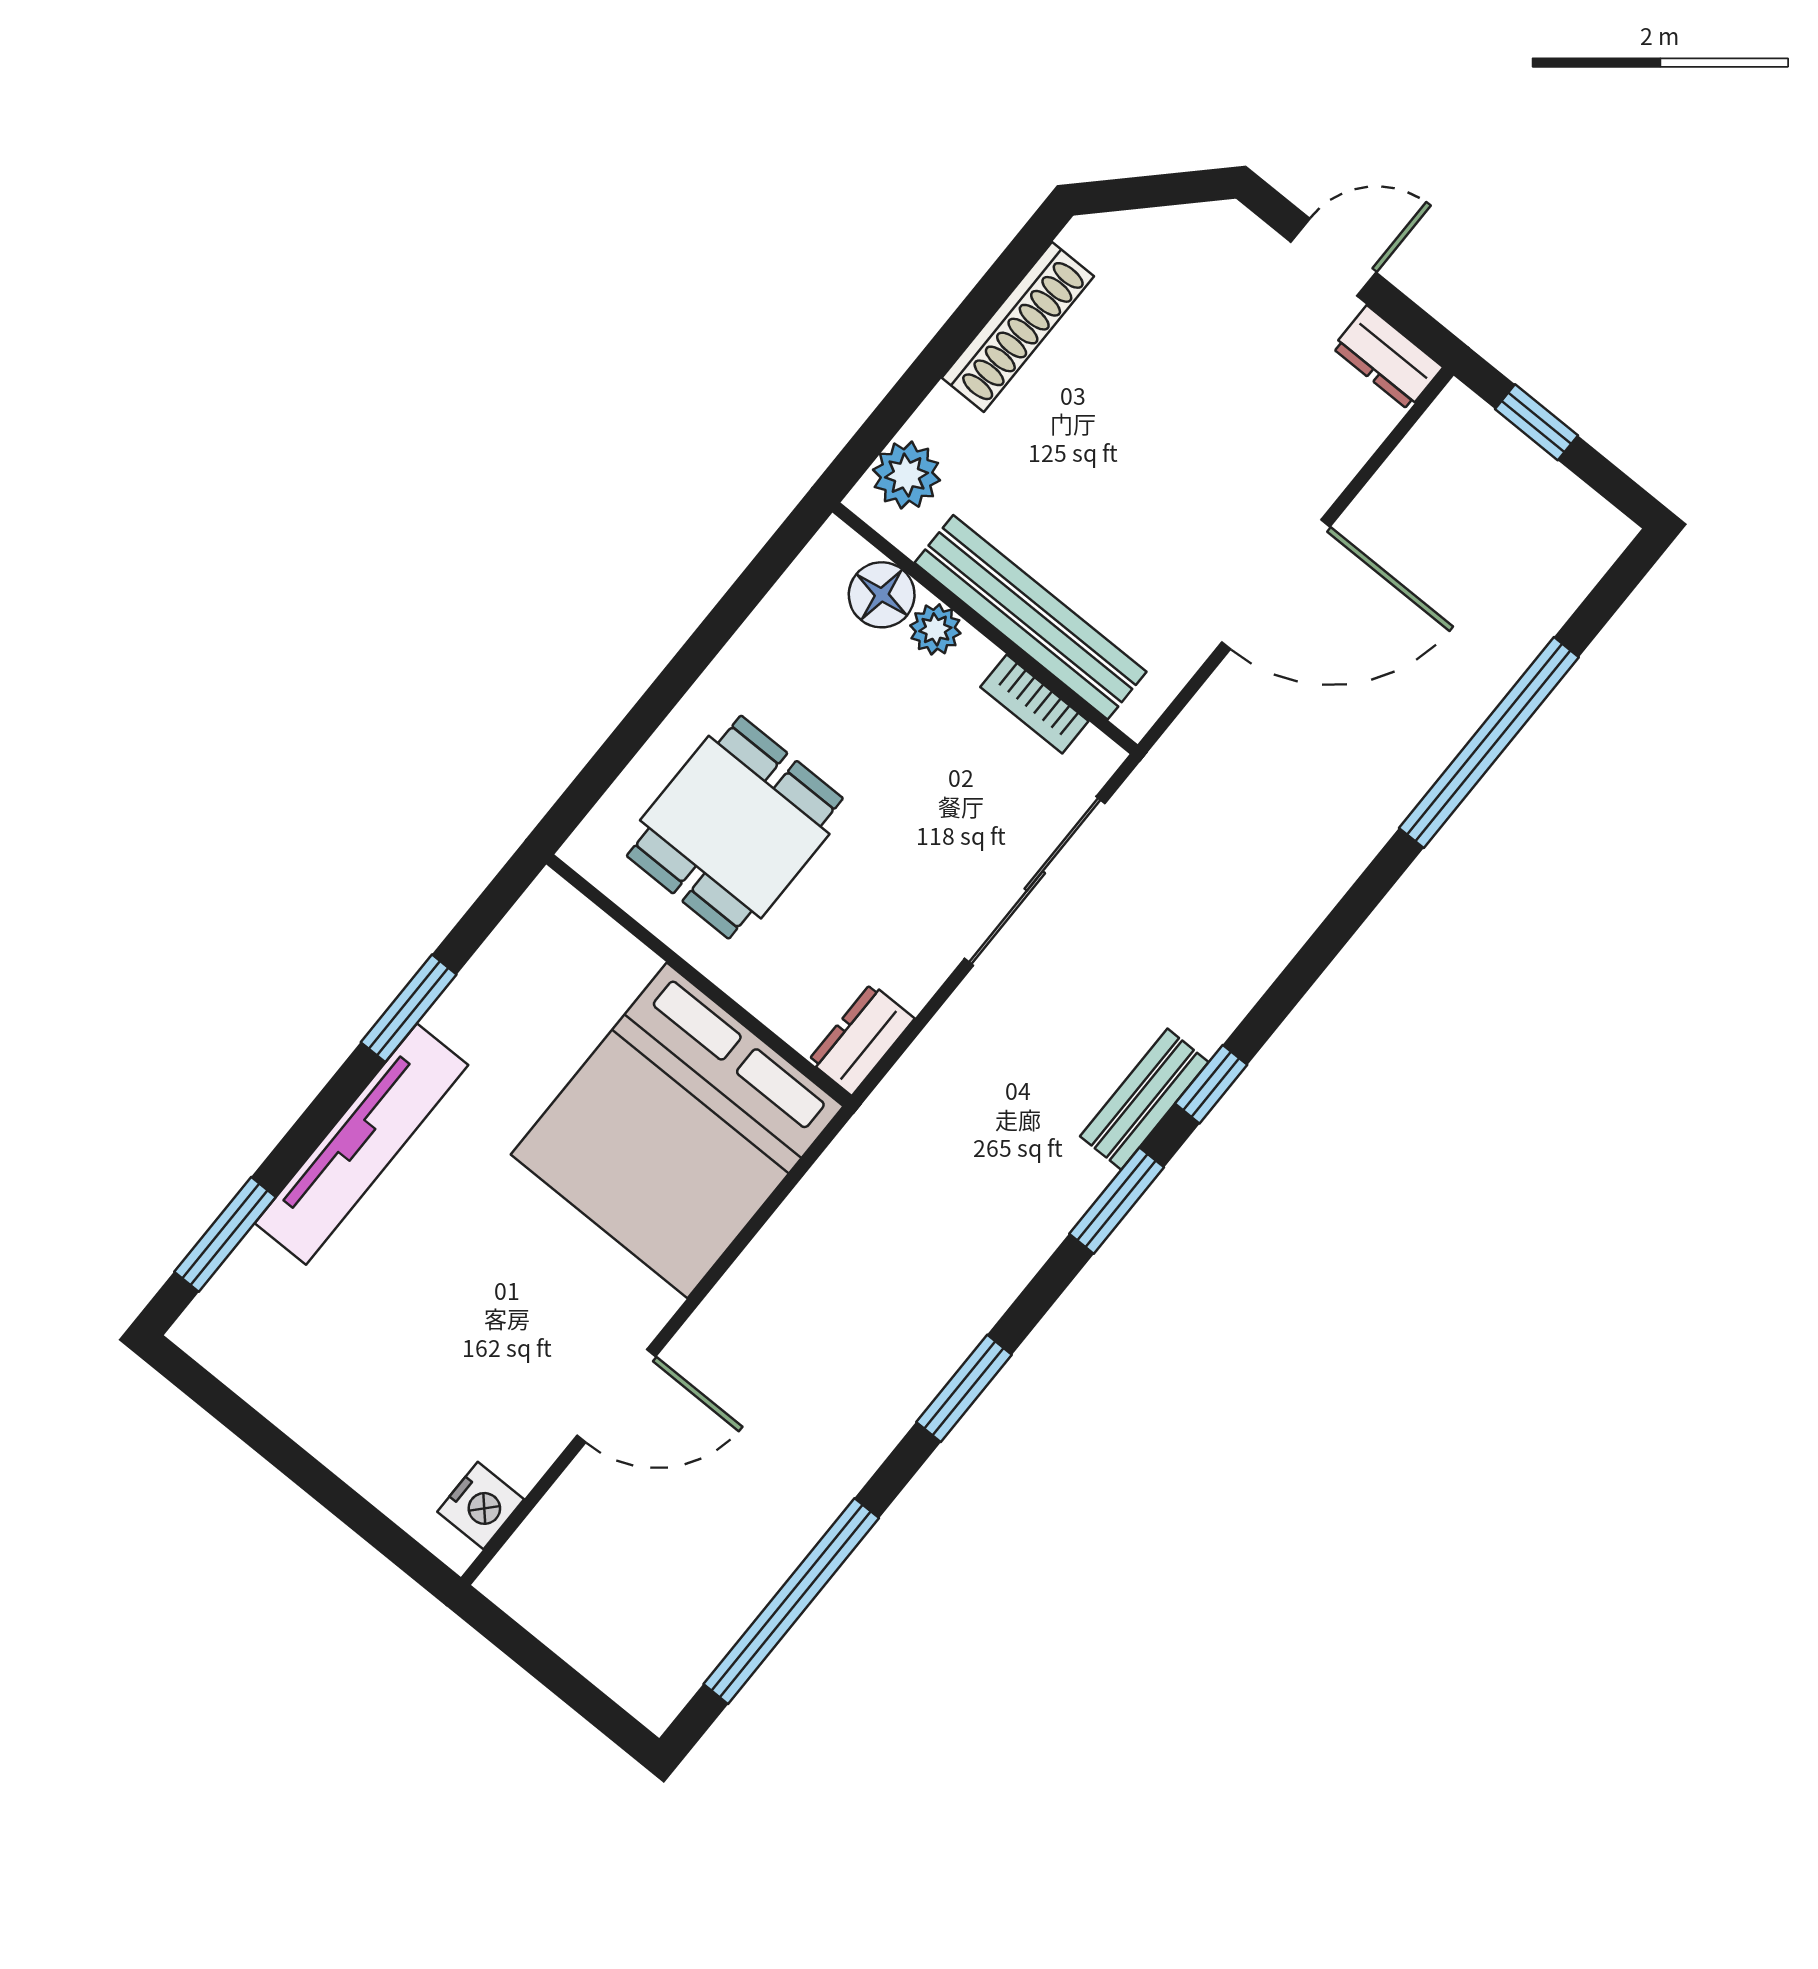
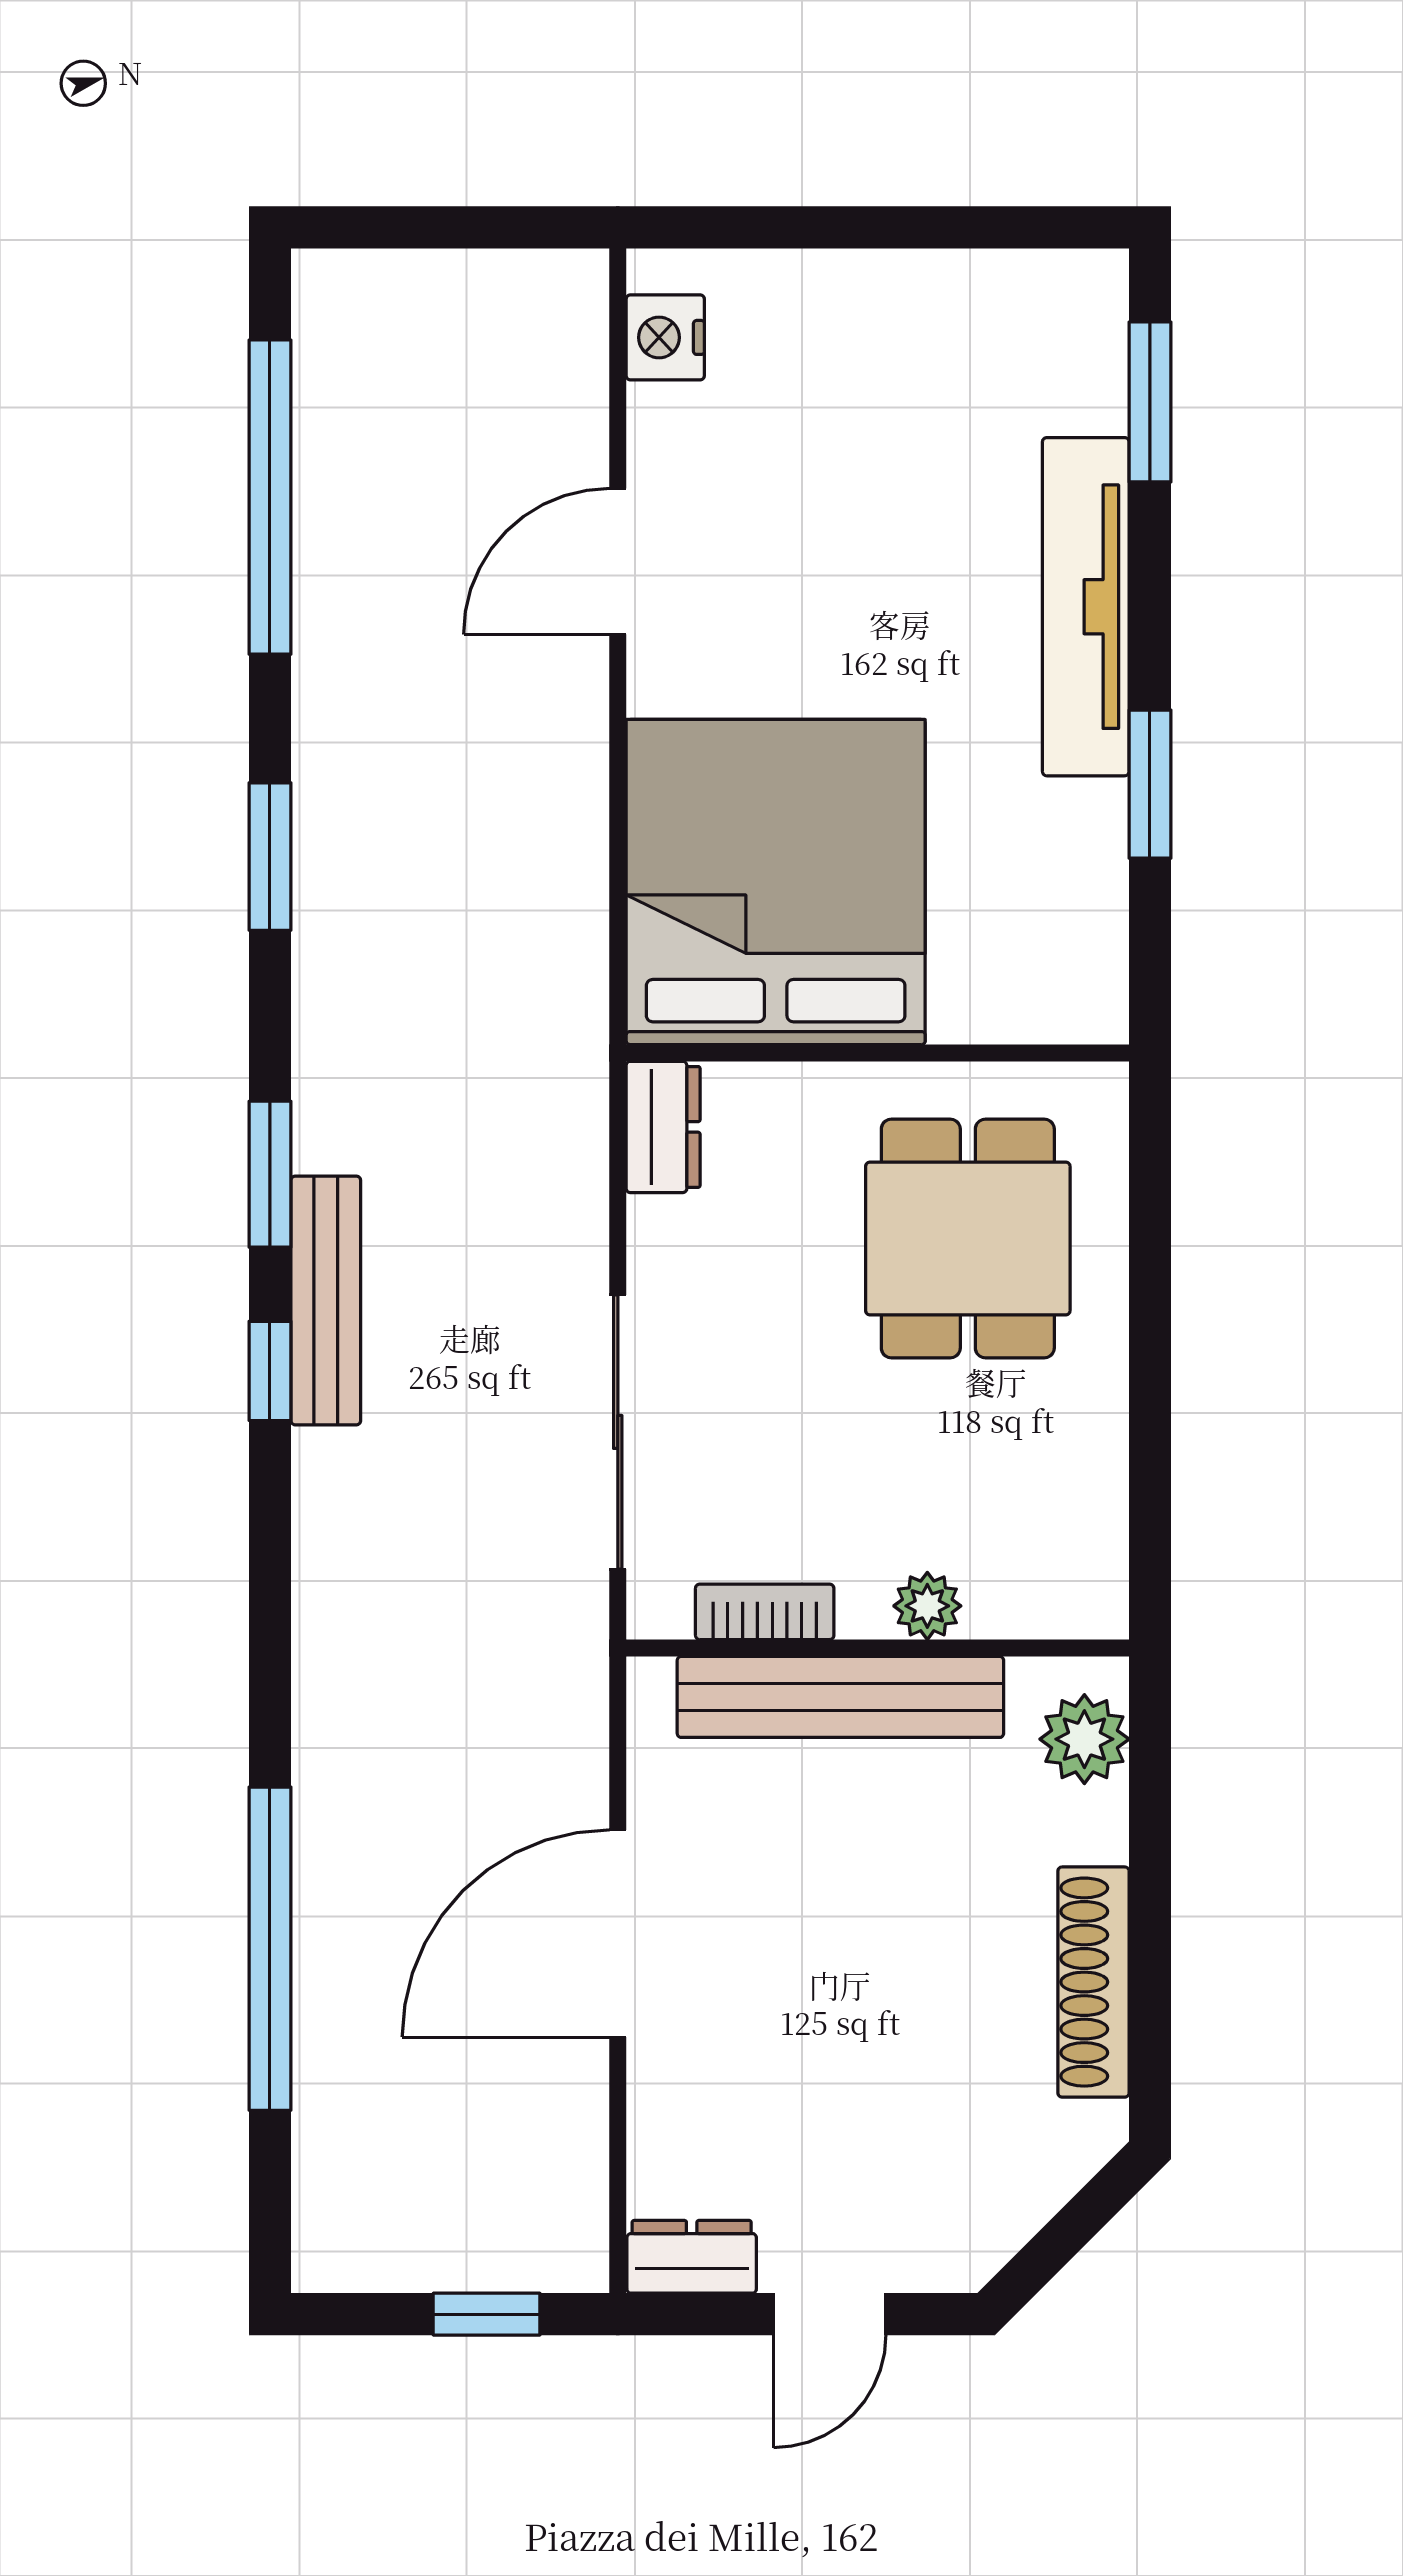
floor lamp: (882, 595) -> (1011, 1597), removed
bench: (1144, 1099) -> (326, 1300), width x1.36

